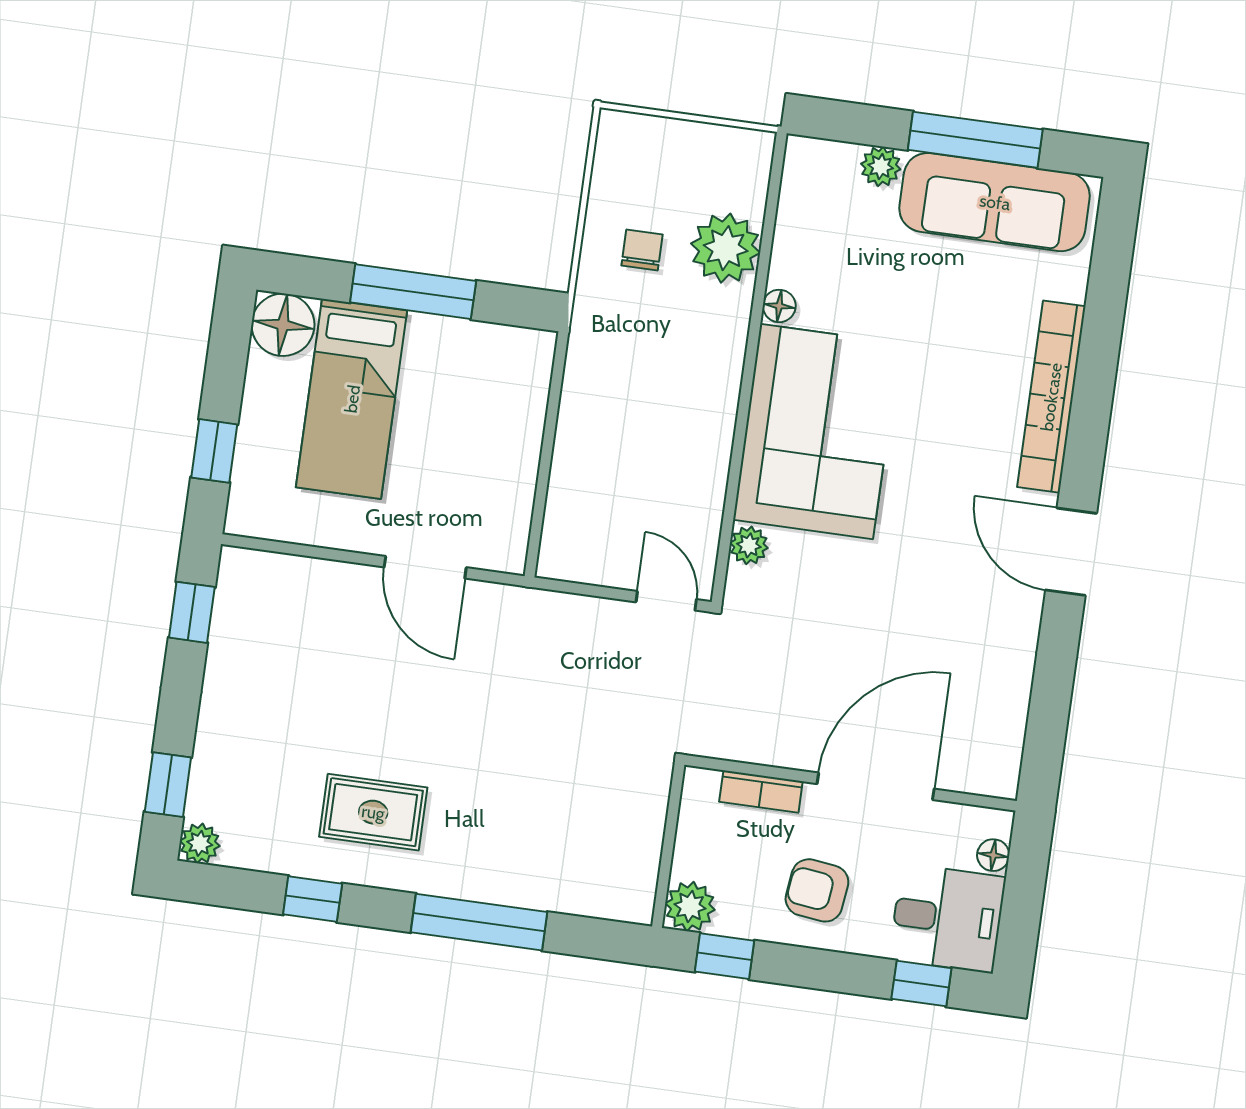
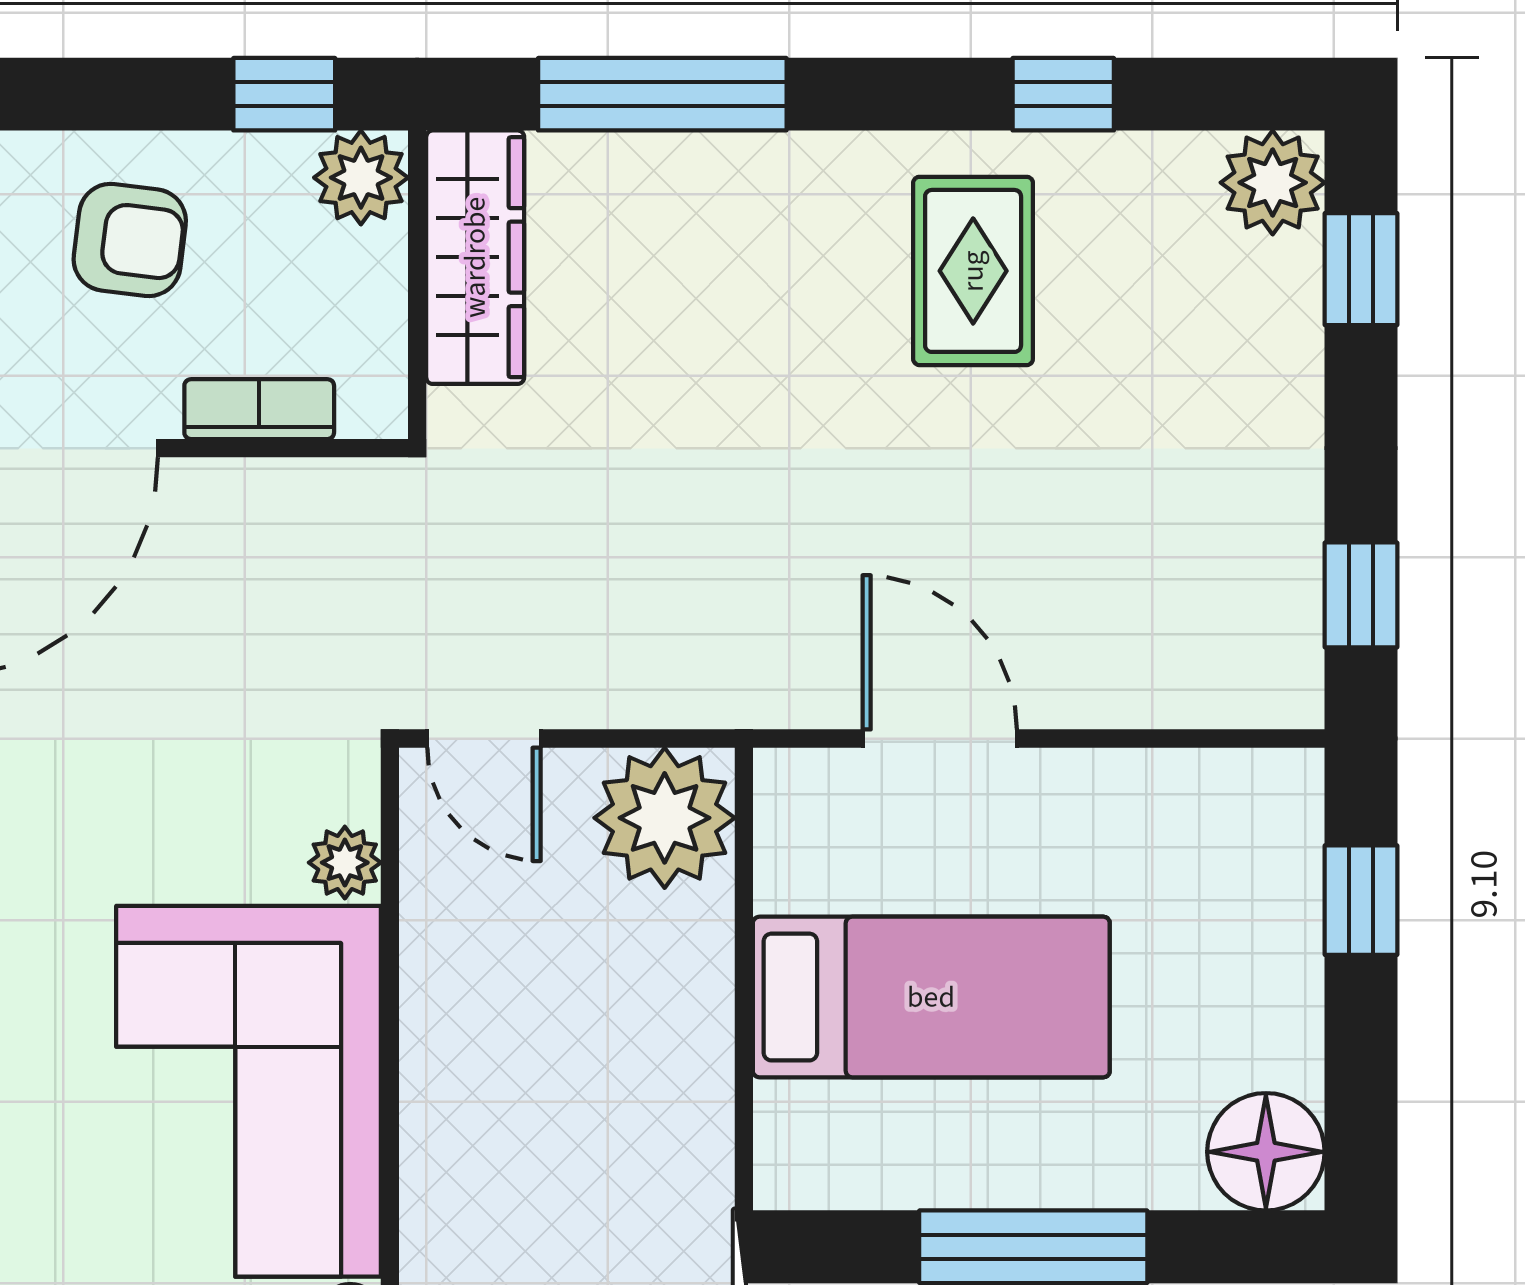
bed: (352, 399) -> (931, 997), moved, turned 90
plant: (577, 546) -> (665, 818), added
rug: (373, 812) -> (973, 271), turned 90
plant: (200, 843) -> (1273, 183), width x1.38, depth x1.38
wardrobe: (636, 856) -> (475, 257), added
window: (479, 922) -> (662, 94), moved

